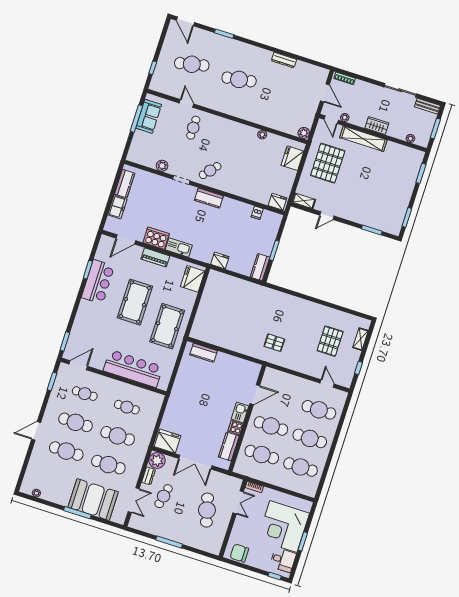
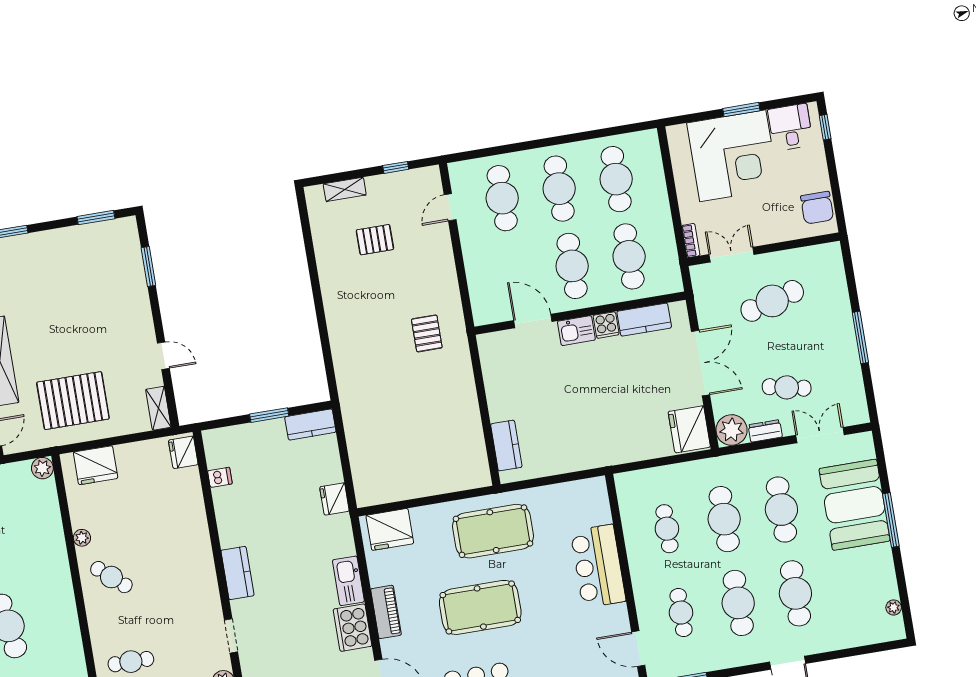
cafe table: (210, 171) -> (111, 577), moved
pallet: (330, 341) -> (375, 240), width x0.67, depth x0.71
bar counter: (133, 369) -> (598, 566), width x0.73

